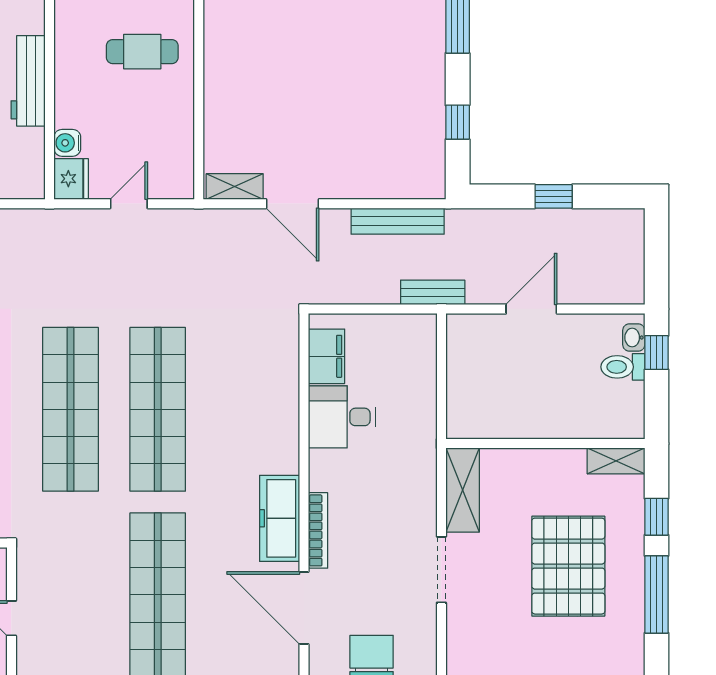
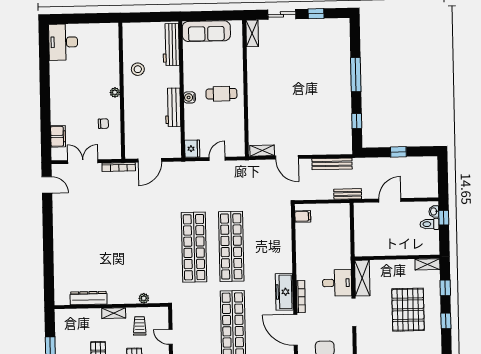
water cooler: (67, 143) -> (189, 97), moved
filing cabinet: (327, 356) -> (303, 216), width x0.50
desk: (342, 417) -> (337, 283), moved, turned 180
window: (656, 594) -> (446, 321), width x0.46

